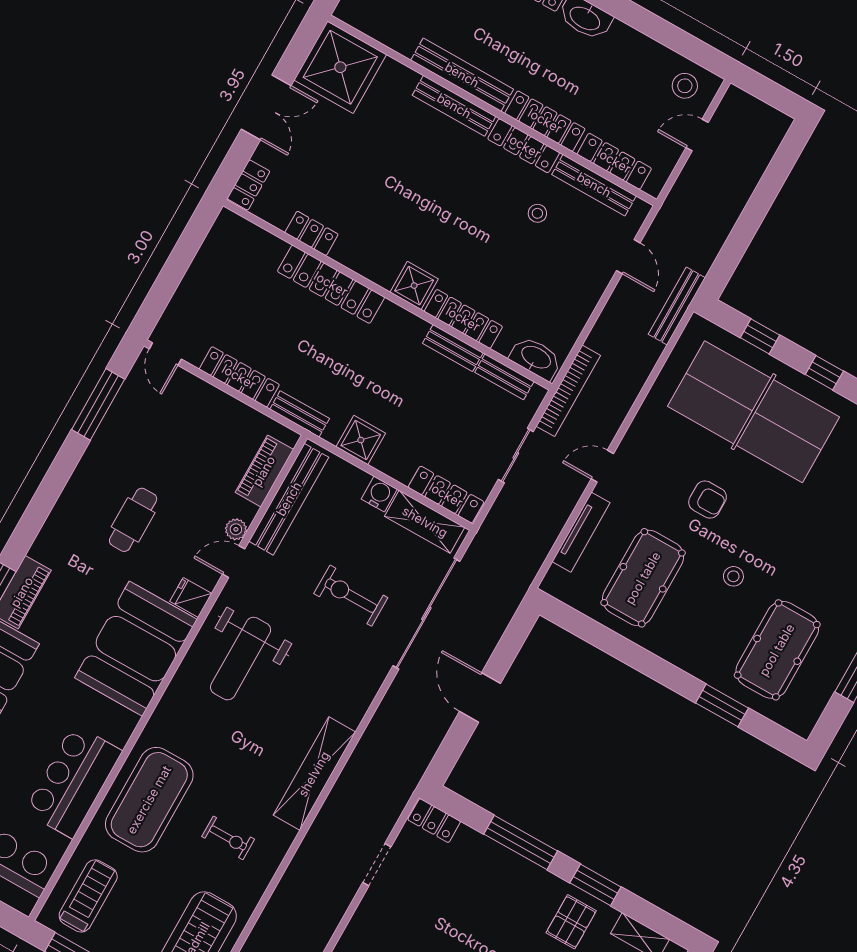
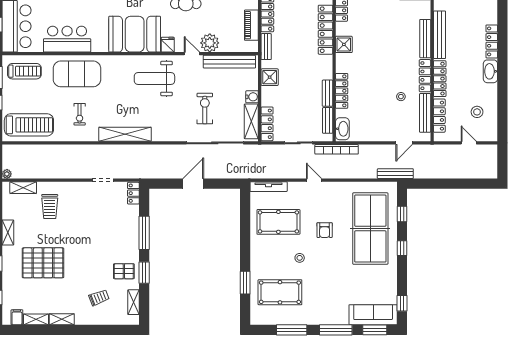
stool: (685, 86) -> (477, 112), moved
shower: (414, 286) -> (344, 44), moved
piano: (264, 471) -> (251, 25), moved, turned -90
plant: (236, 529) -> (210, 43), width x1.88, depth x1.88
tv unit: (581, 532) -> (269, 187), moved

